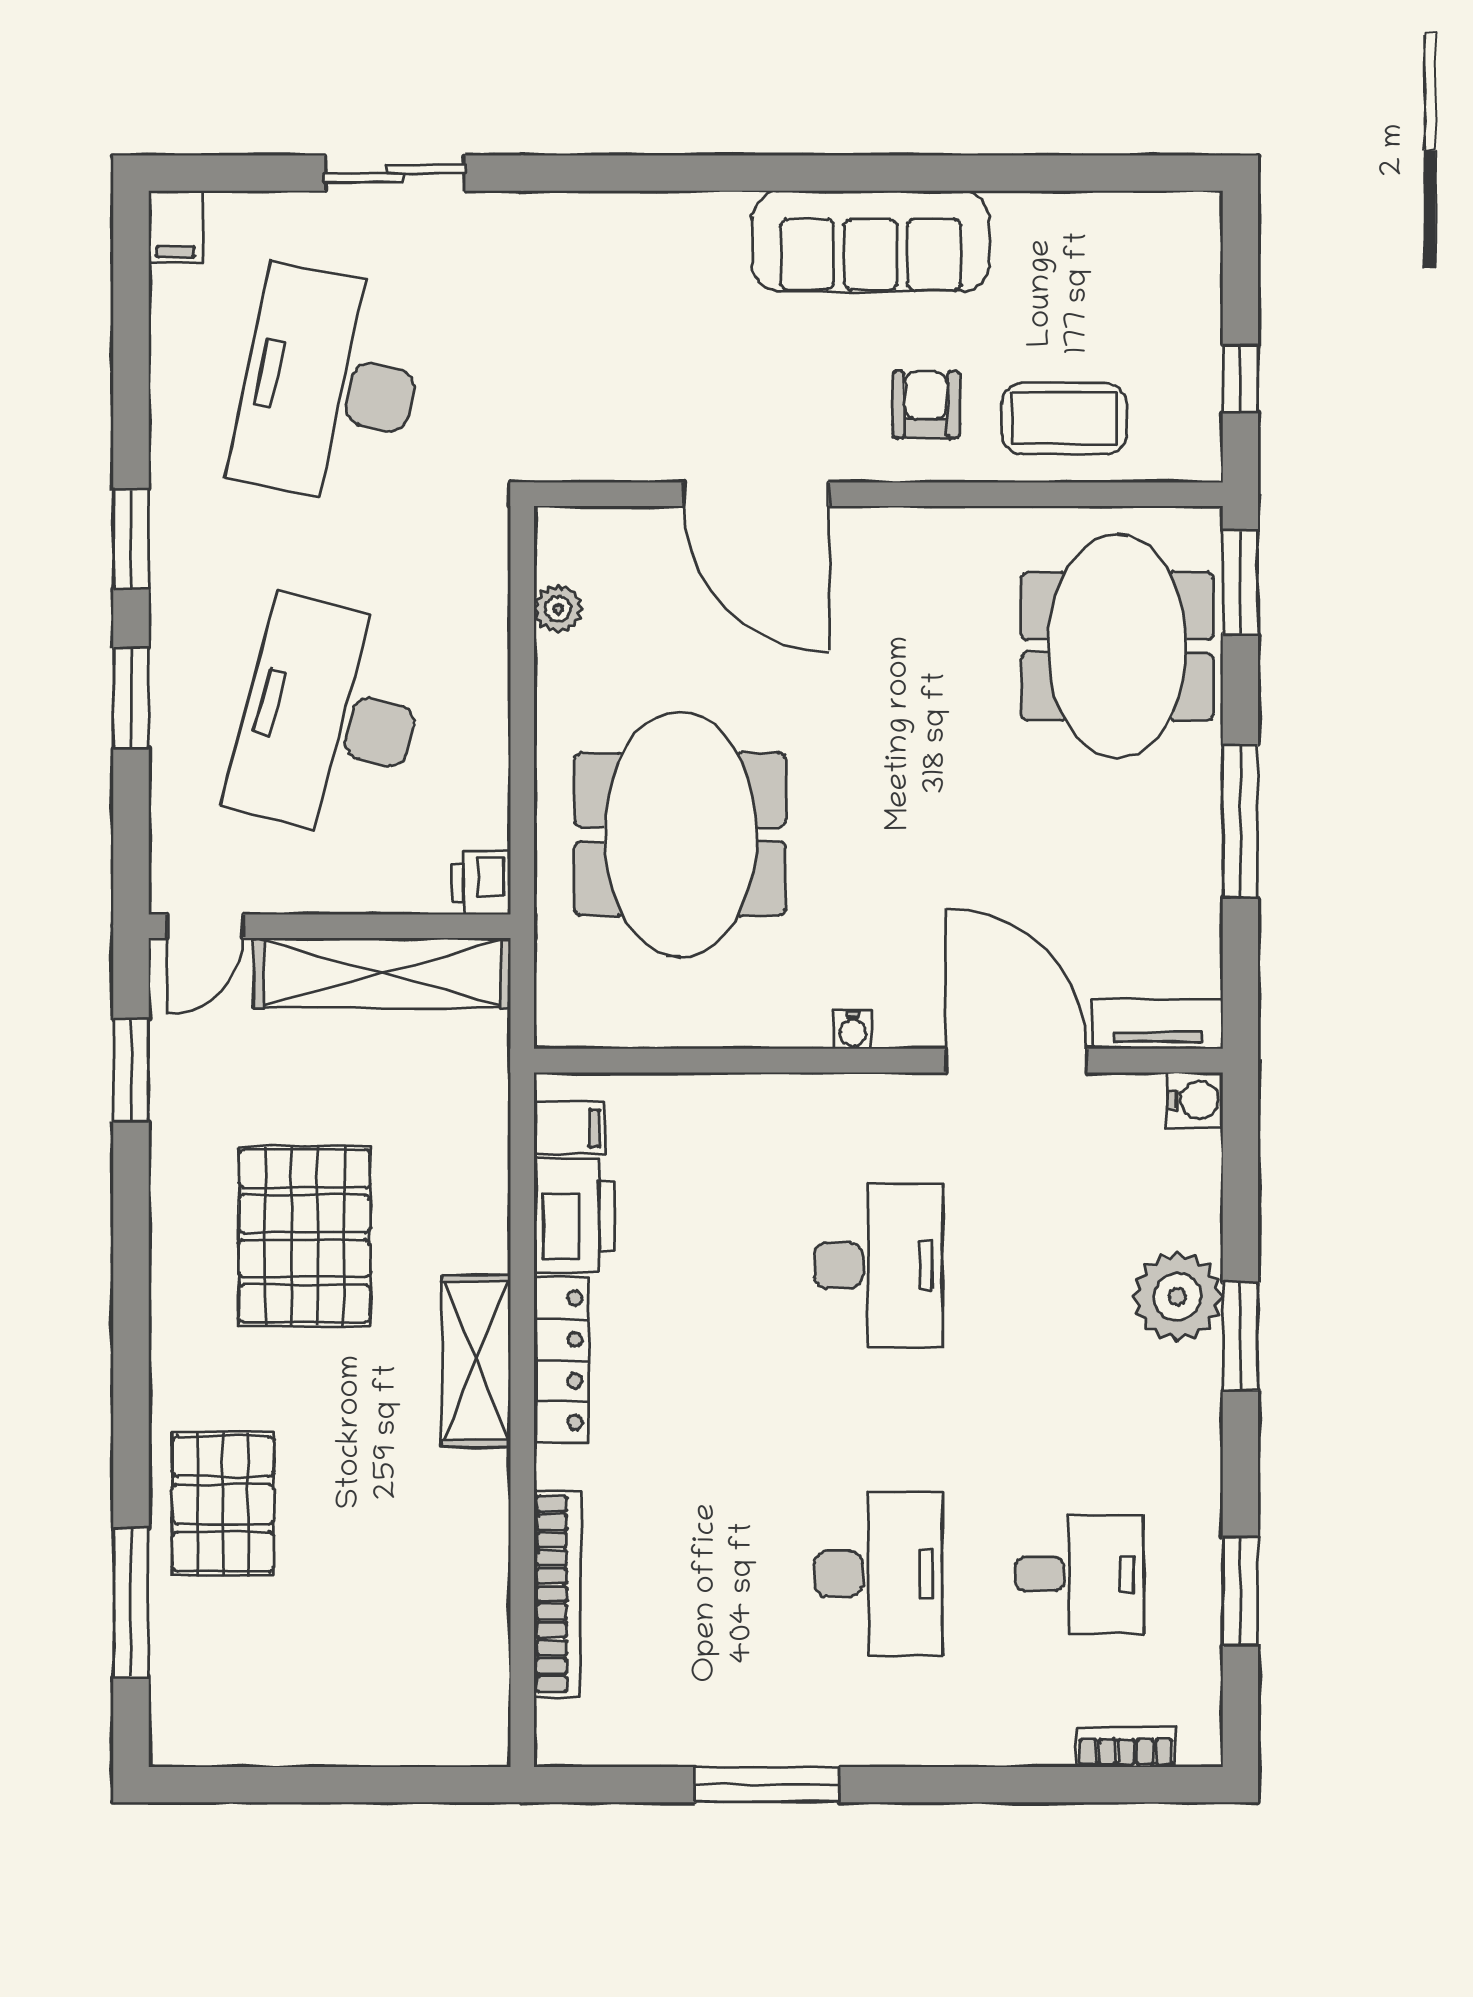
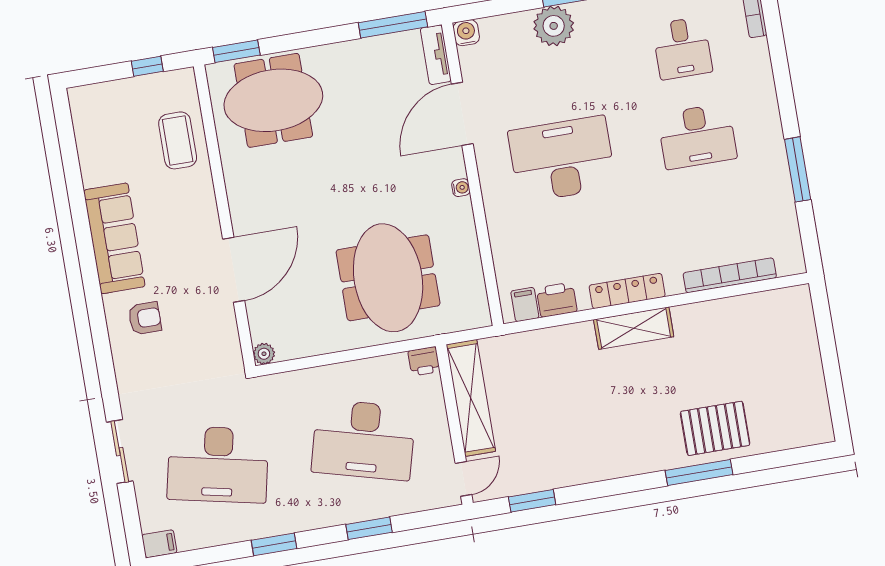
armchair: (926, 405) -> (145, 318), moved, turned 180
window: (131, 539) -> (274, 544), moved
plant: (558, 609) -> (264, 354), moved
window: (1240, 821) -> (393, 25), moved
meeting table: (680, 834) -> (388, 278), turned 90
door: (205, 926) -> (463, 479), hinge flipped
printer: (575, 1216) -> (557, 300), width x0.73, depth x0.84
pallet: (304, 1236) -> (592, 413), removed
desk: (878, 1265) -> (562, 159), width x1.36, depth x1.30
desk: (878, 1574) -> (697, 136), turned 180
desk: (1080, 1574) -> (682, 48), turned 180
window: (131, 1603) -> (699, 473), moved

